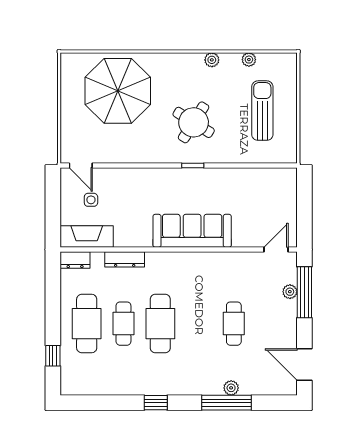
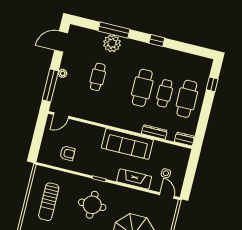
round table: (194, 122) -> (92, 205), turned -32
armchair: (252, 193) -> (67, 153), added
sofa: (192, 231) -> (127, 144), moved
fireplace: (87, 236) -> (134, 179), moved, turned 180
plant: (290, 292) -> (63, 73), moved
door: (304, 365) -> (61, 42), swing flipped
plant: (231, 388) -> (112, 43), width x1.87, depth x1.87

